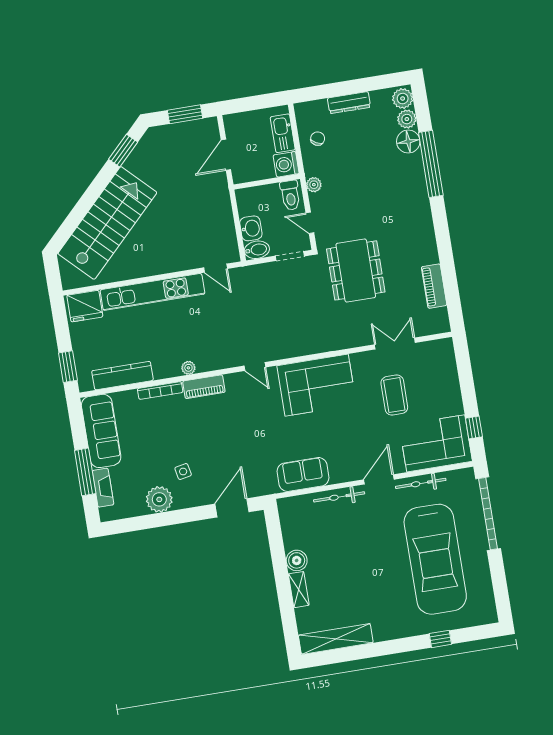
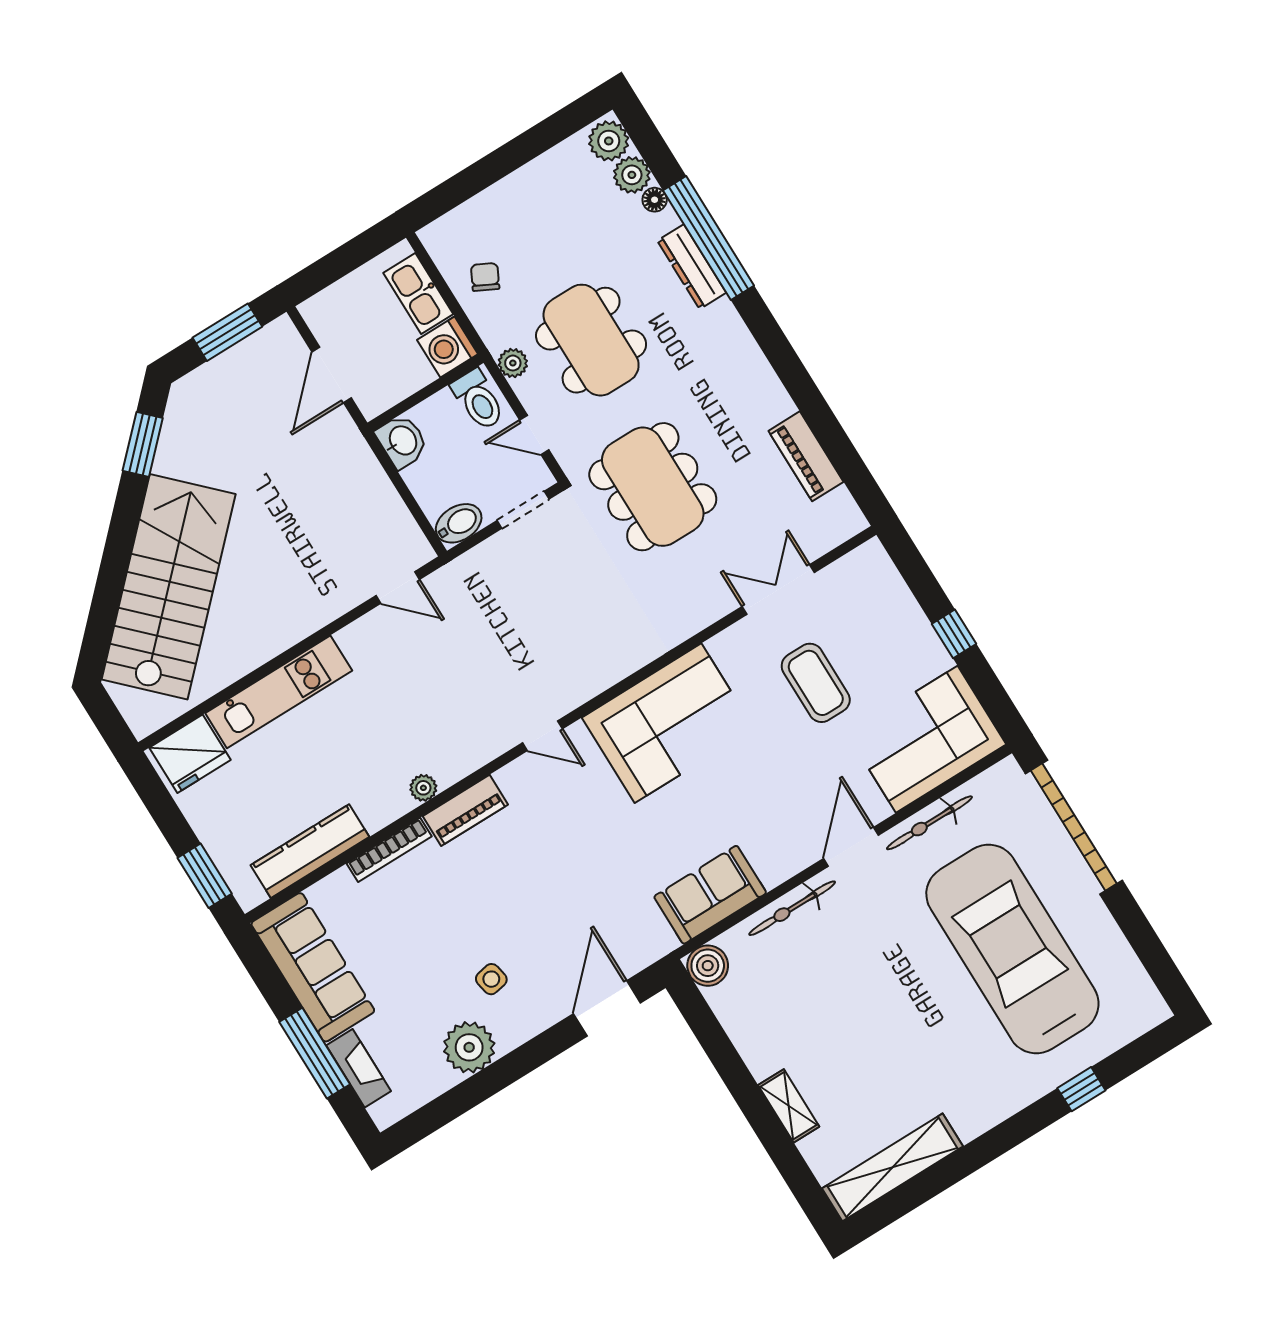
dresser: (349, 103) -> (692, 267), moved, turned 90
floor lamp: (408, 142) -> (655, 200), width x0.53, depth x0.53
dining table: (355, 189) -> (591, 340), added
washbasin: (251, 228) -> (402, 441), moved
kitchen unit: (152, 292) -> (279, 692), width x0.73
window: (474, 427) -> (954, 634), moved
car: (435, 559) -> (1012, 949), turned 180
boiler: (297, 560) -> (708, 966), moved

